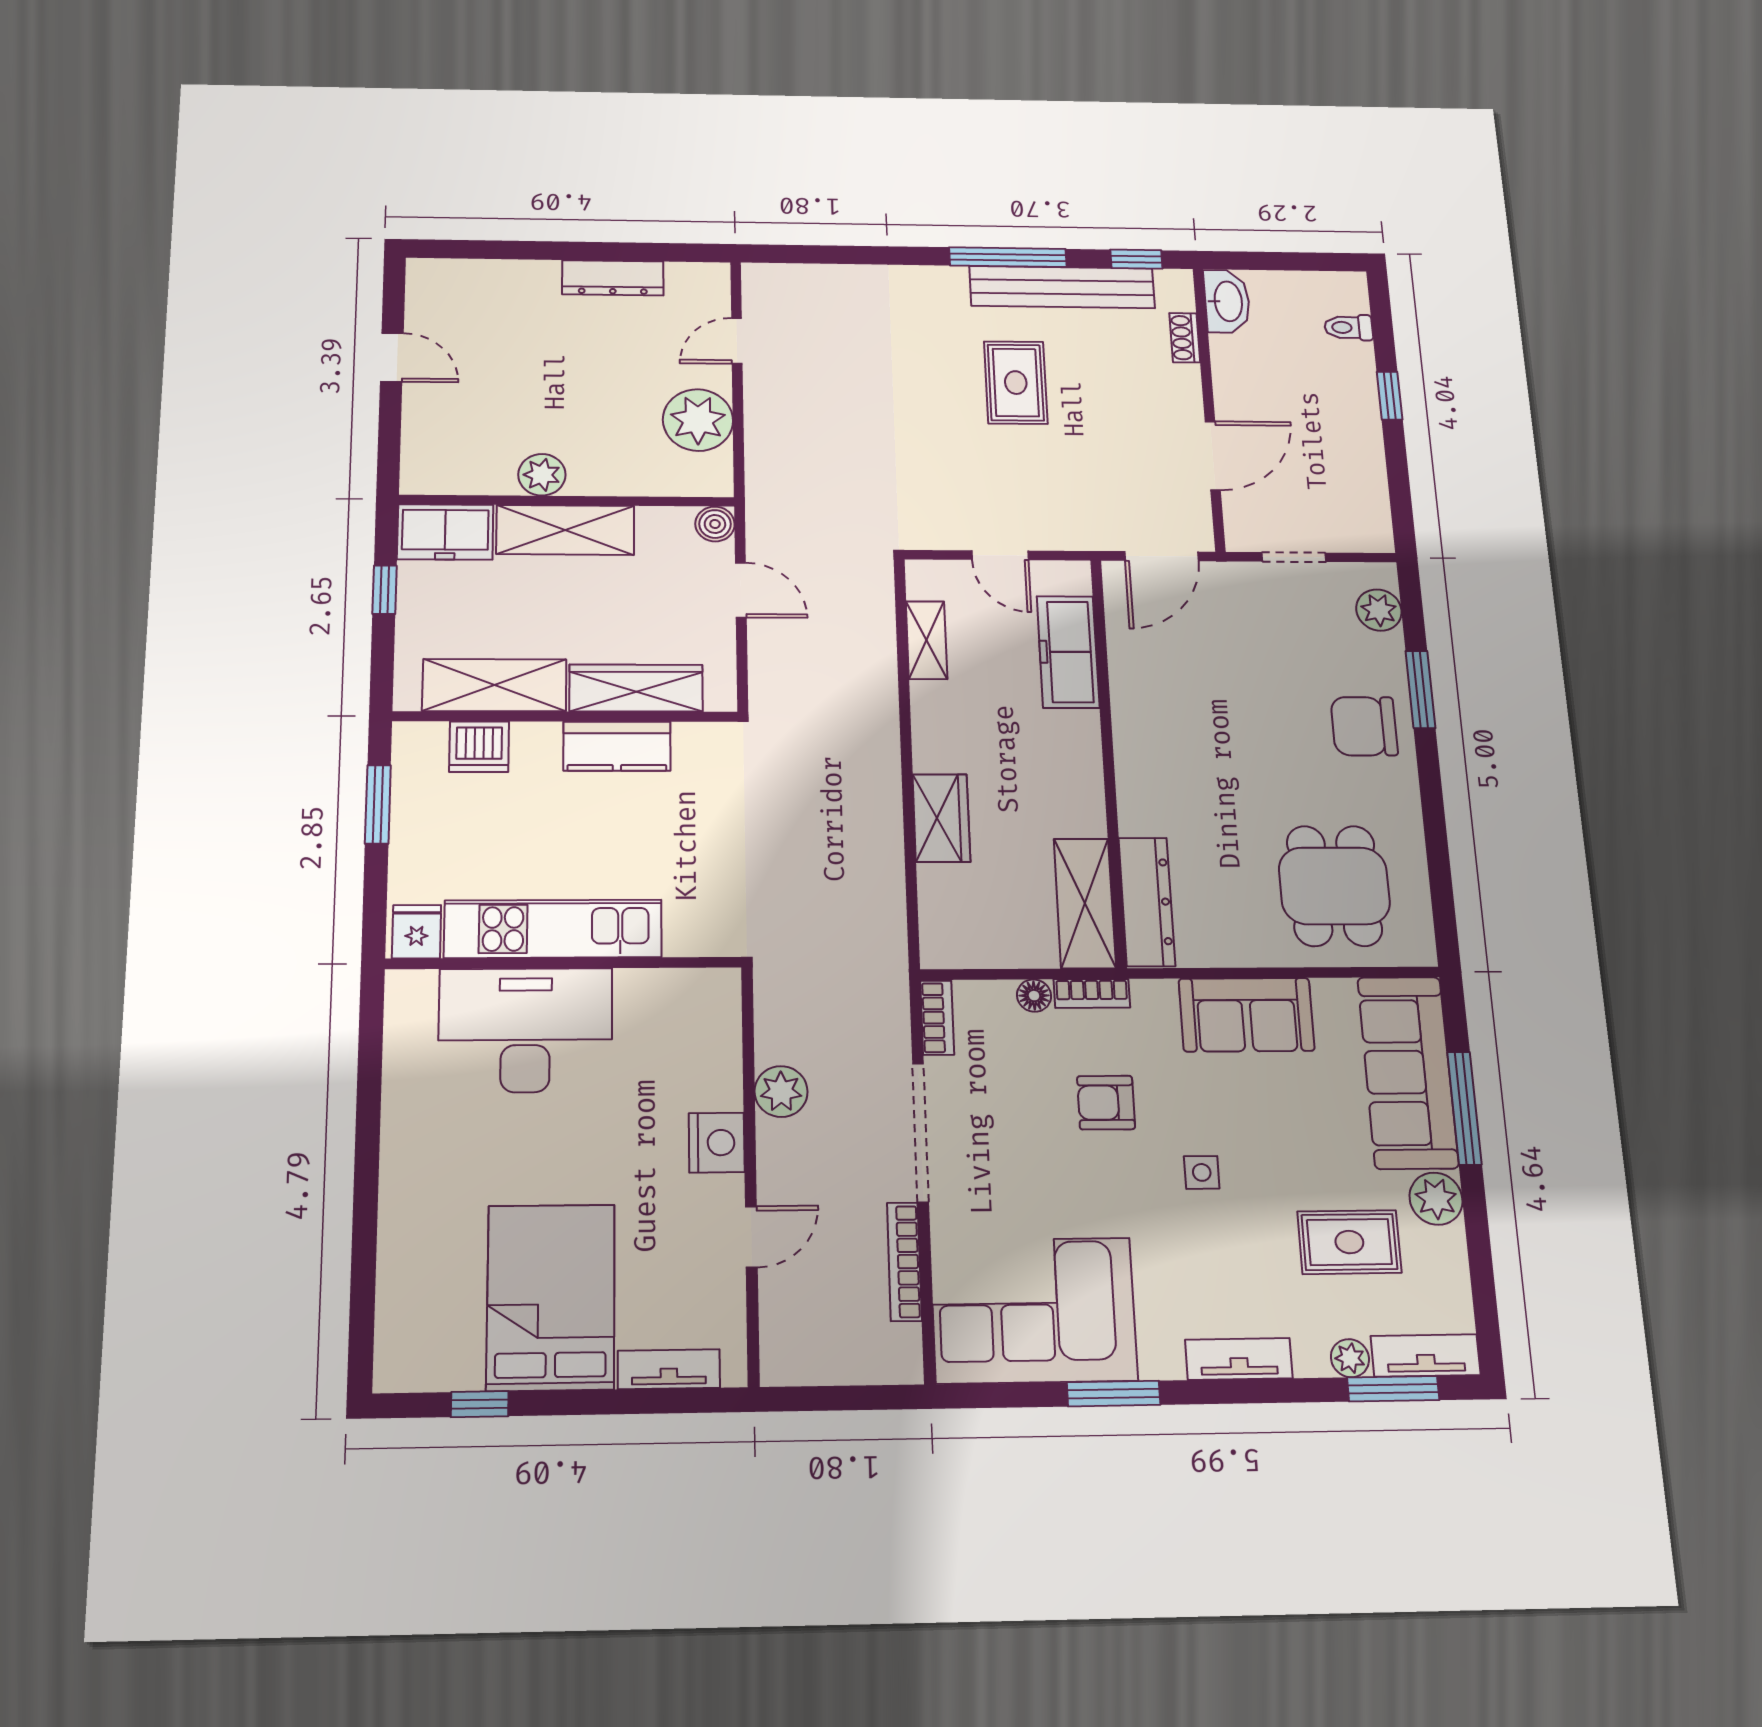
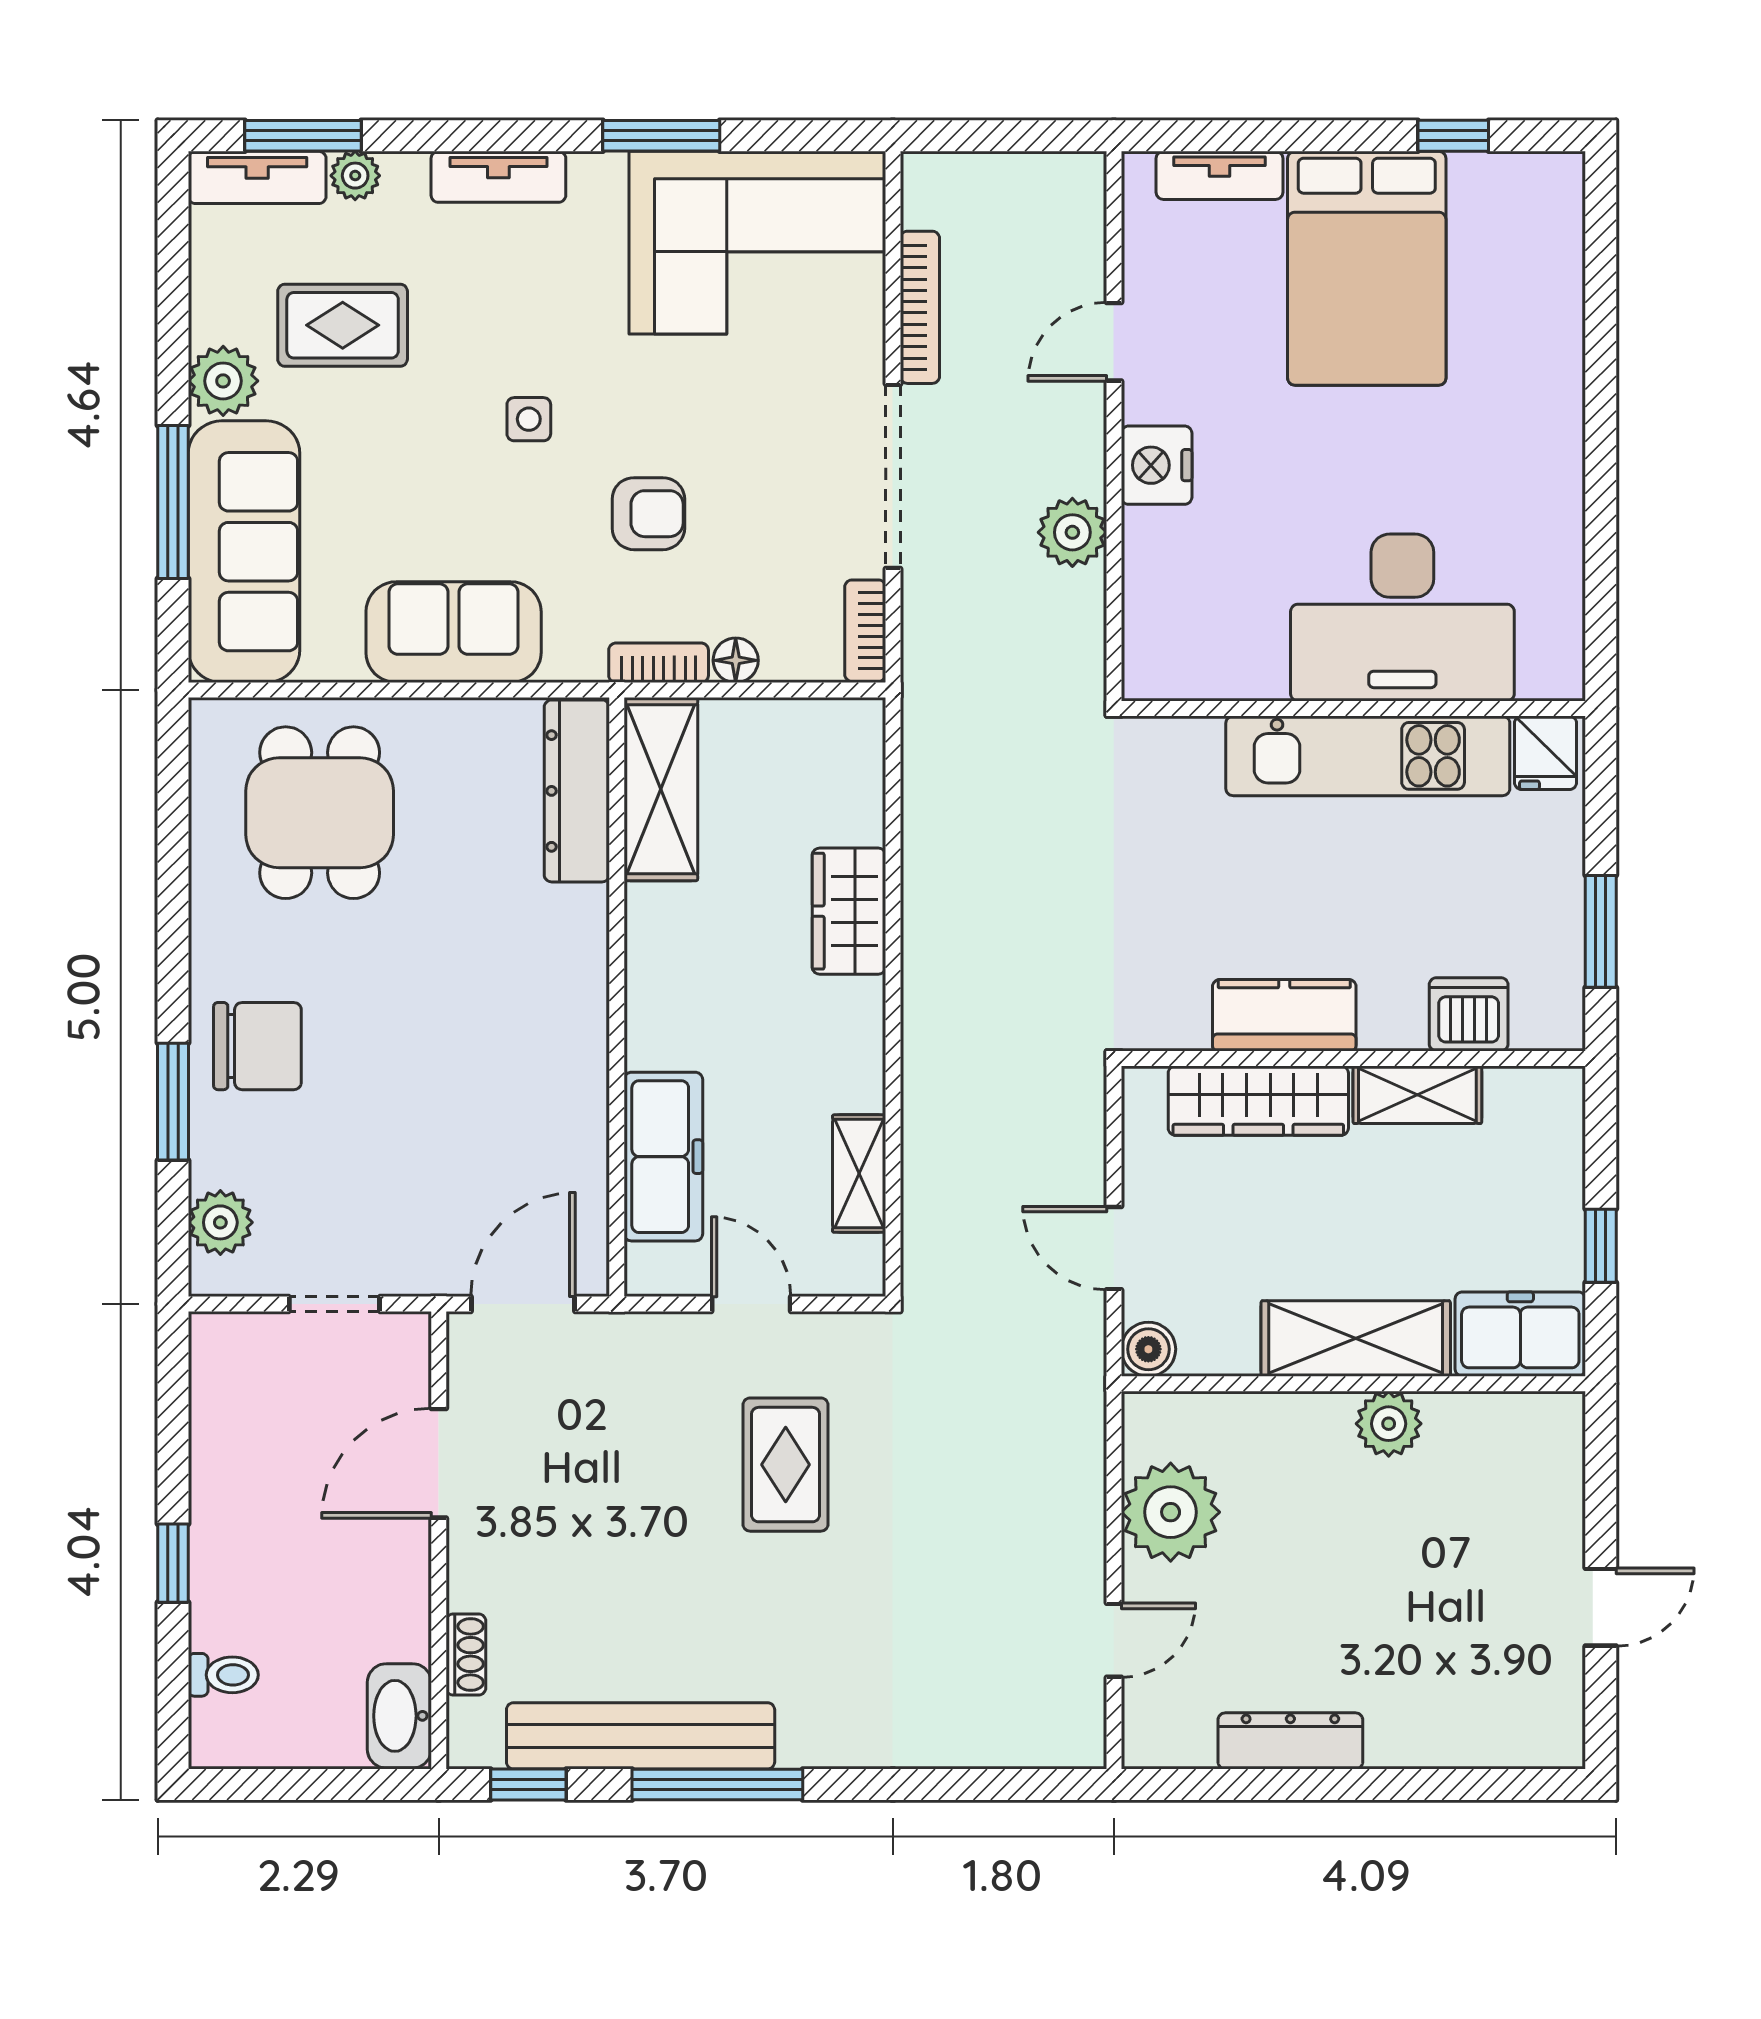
door: (392, 357) -> (1601, 1607), swing flipped
rug: (1016, 383) -> (786, 1465), moved
shelving: (494, 685) -> (1417, 1095), width x0.67, depth x0.75

